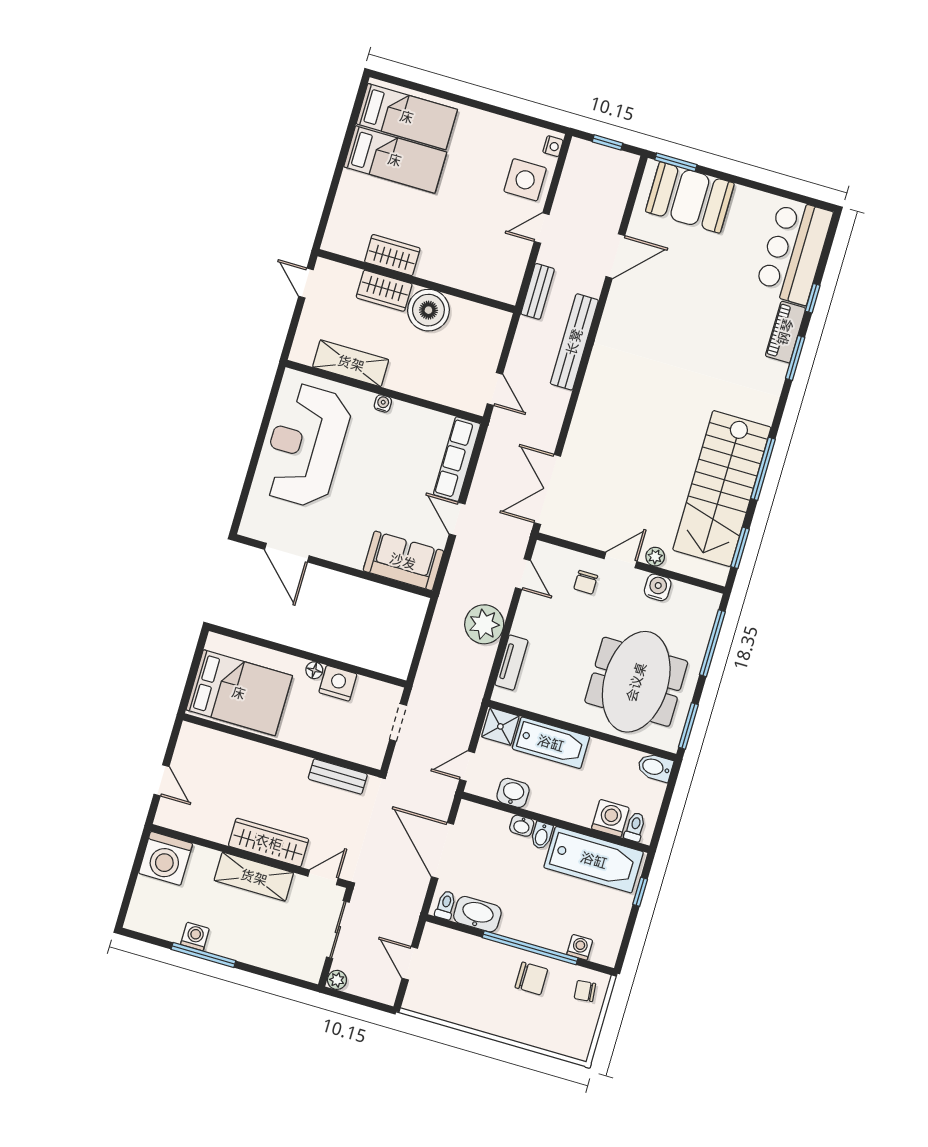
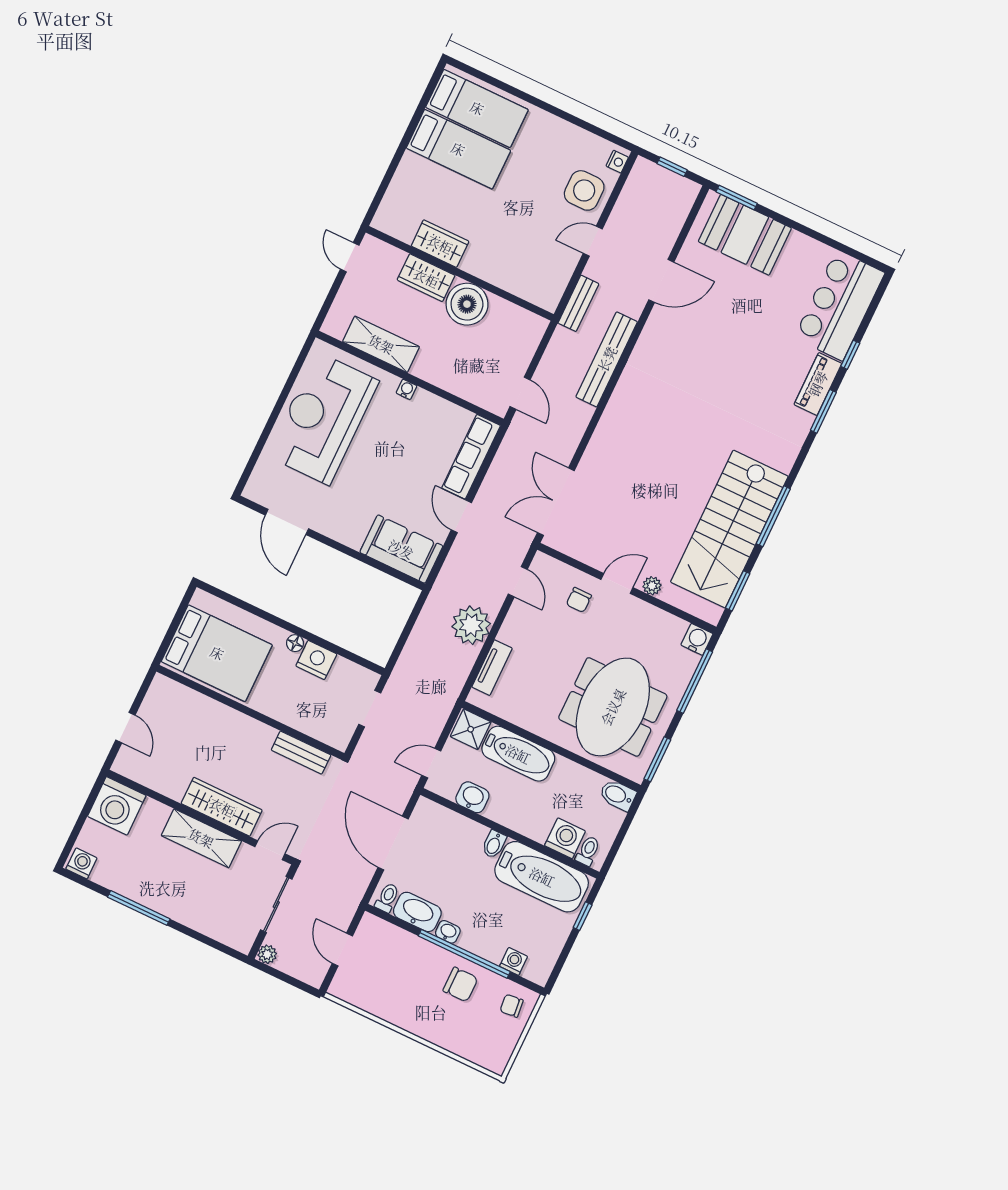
water cooler: (658, 587) -> (697, 639), moved
washbasin: (522, 826) -> (448, 932), moved, turned 180
washing machine: (195, 936) -> (81, 863), moved

